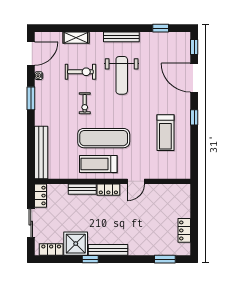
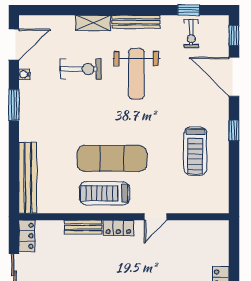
shelving: (76, 38) -> (93, 23), moved
exercise bike: (85, 103) -> (191, 34), moved

